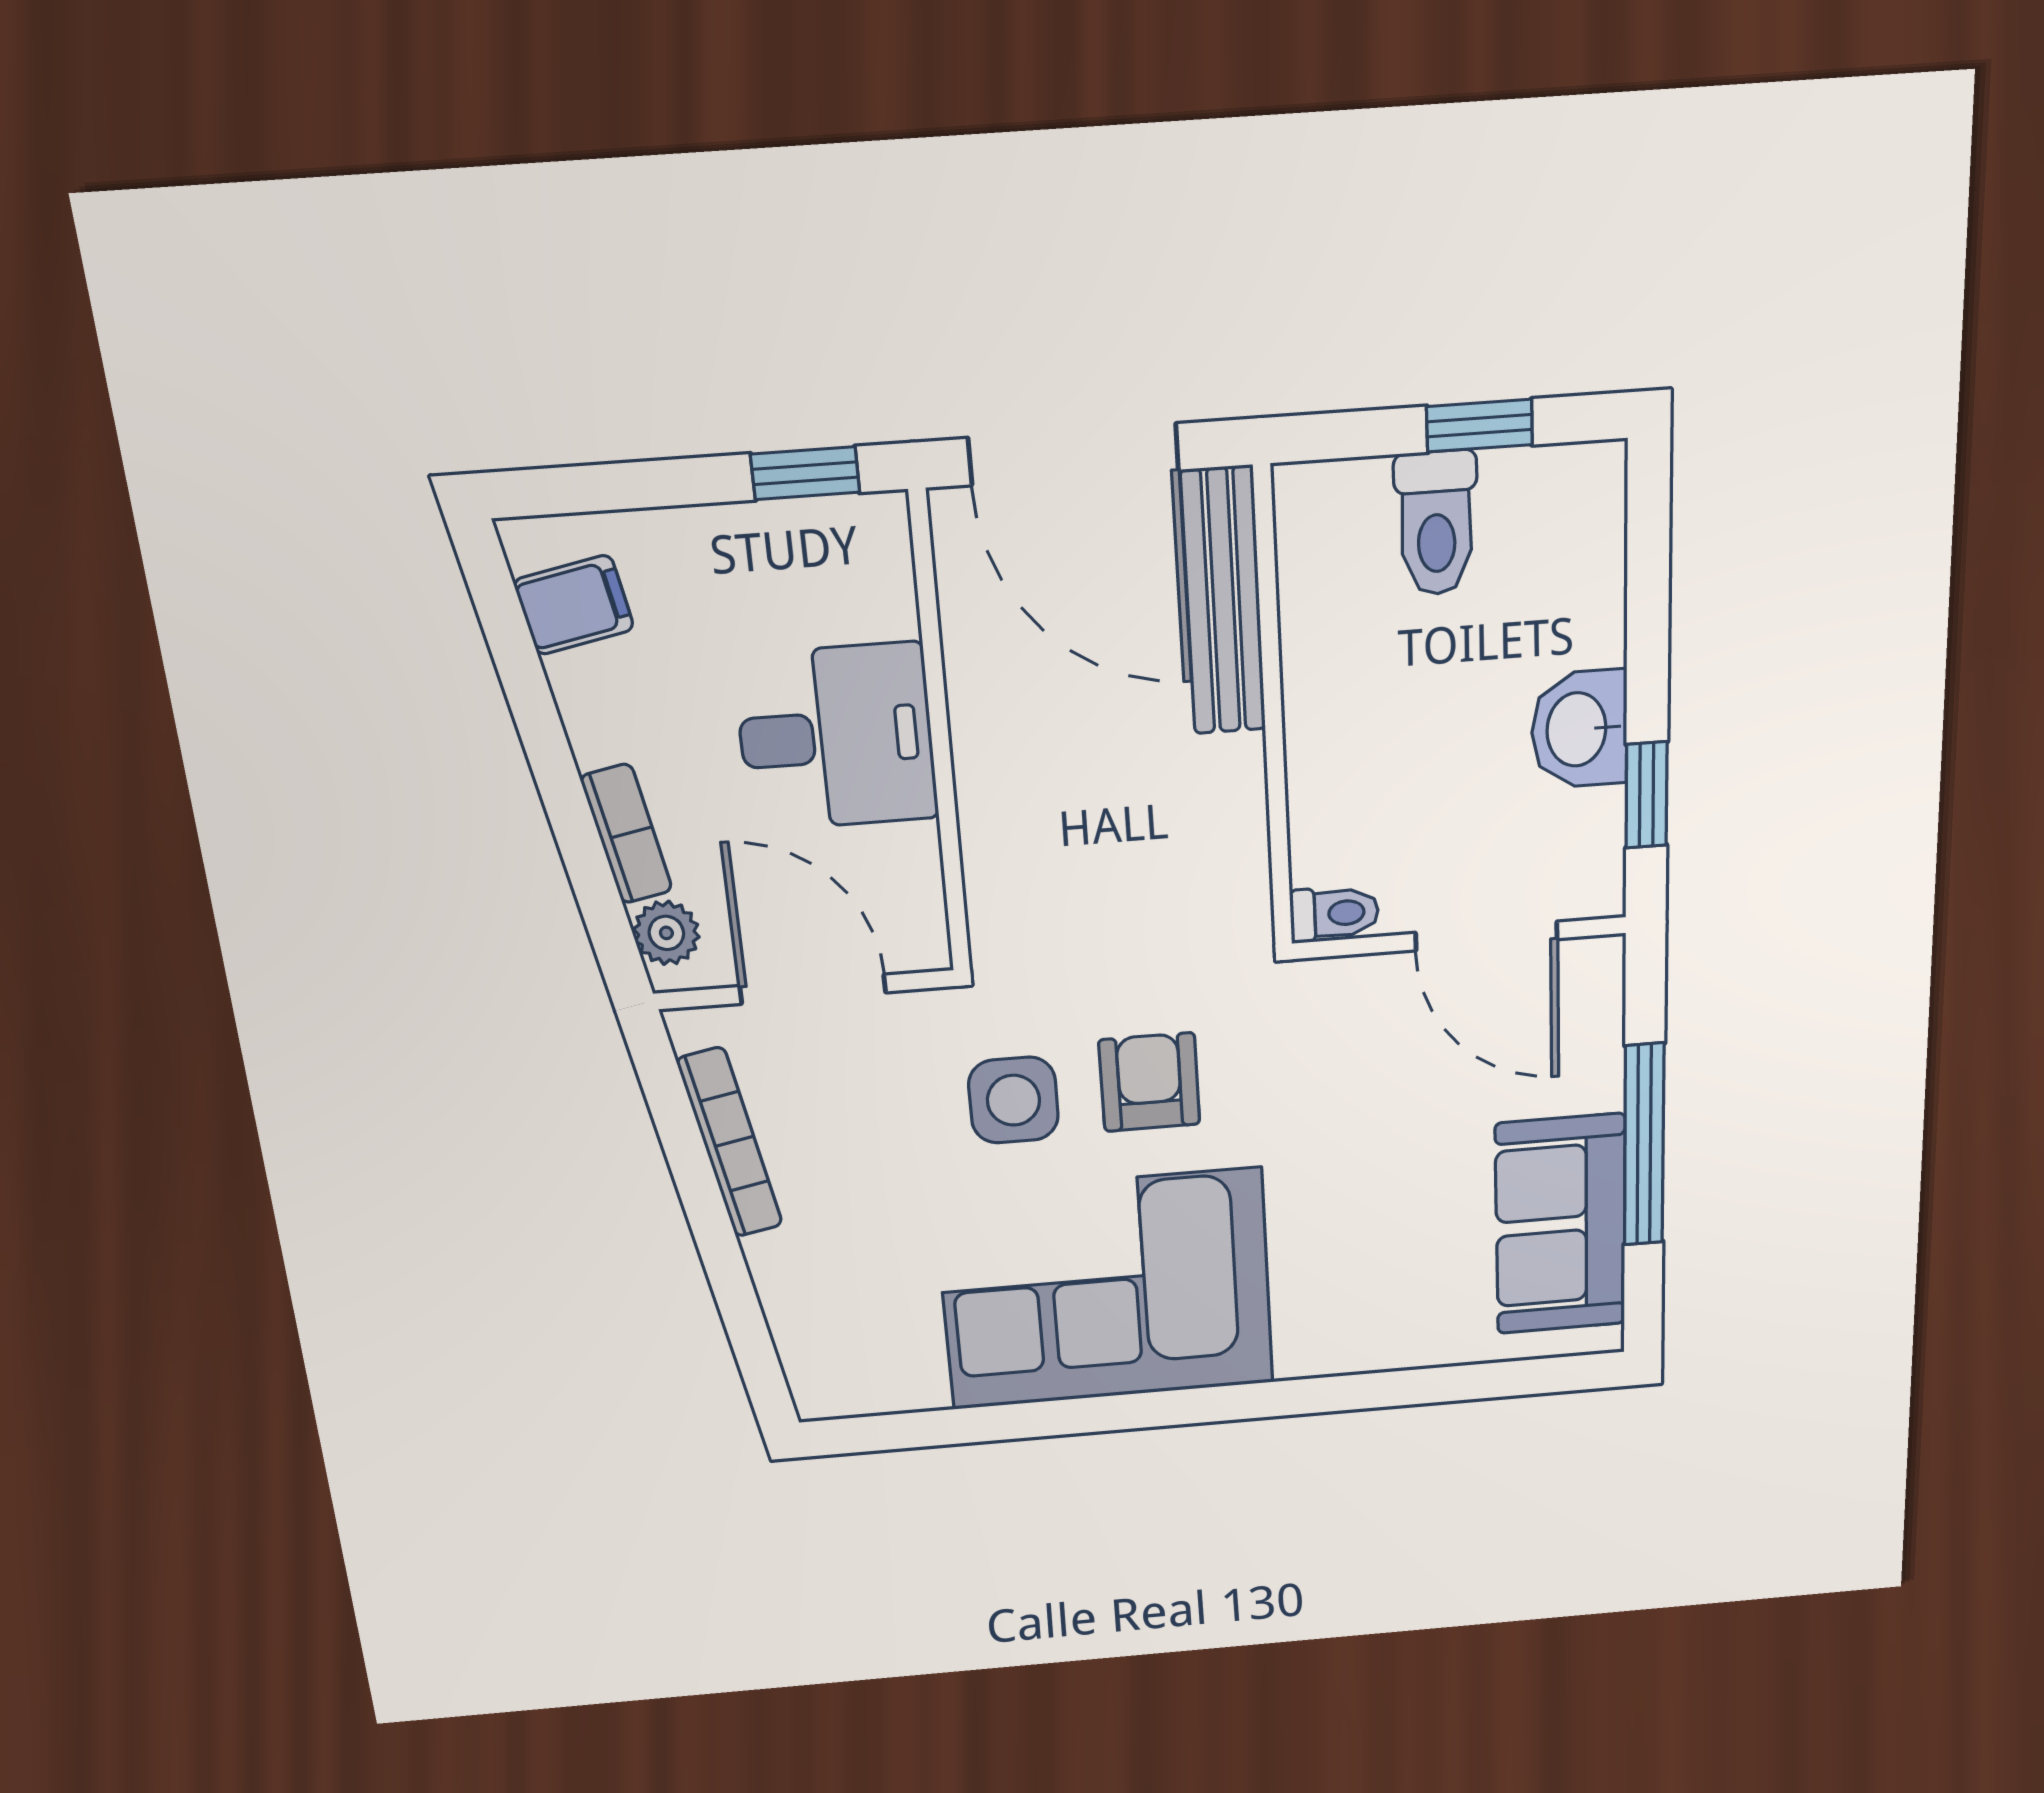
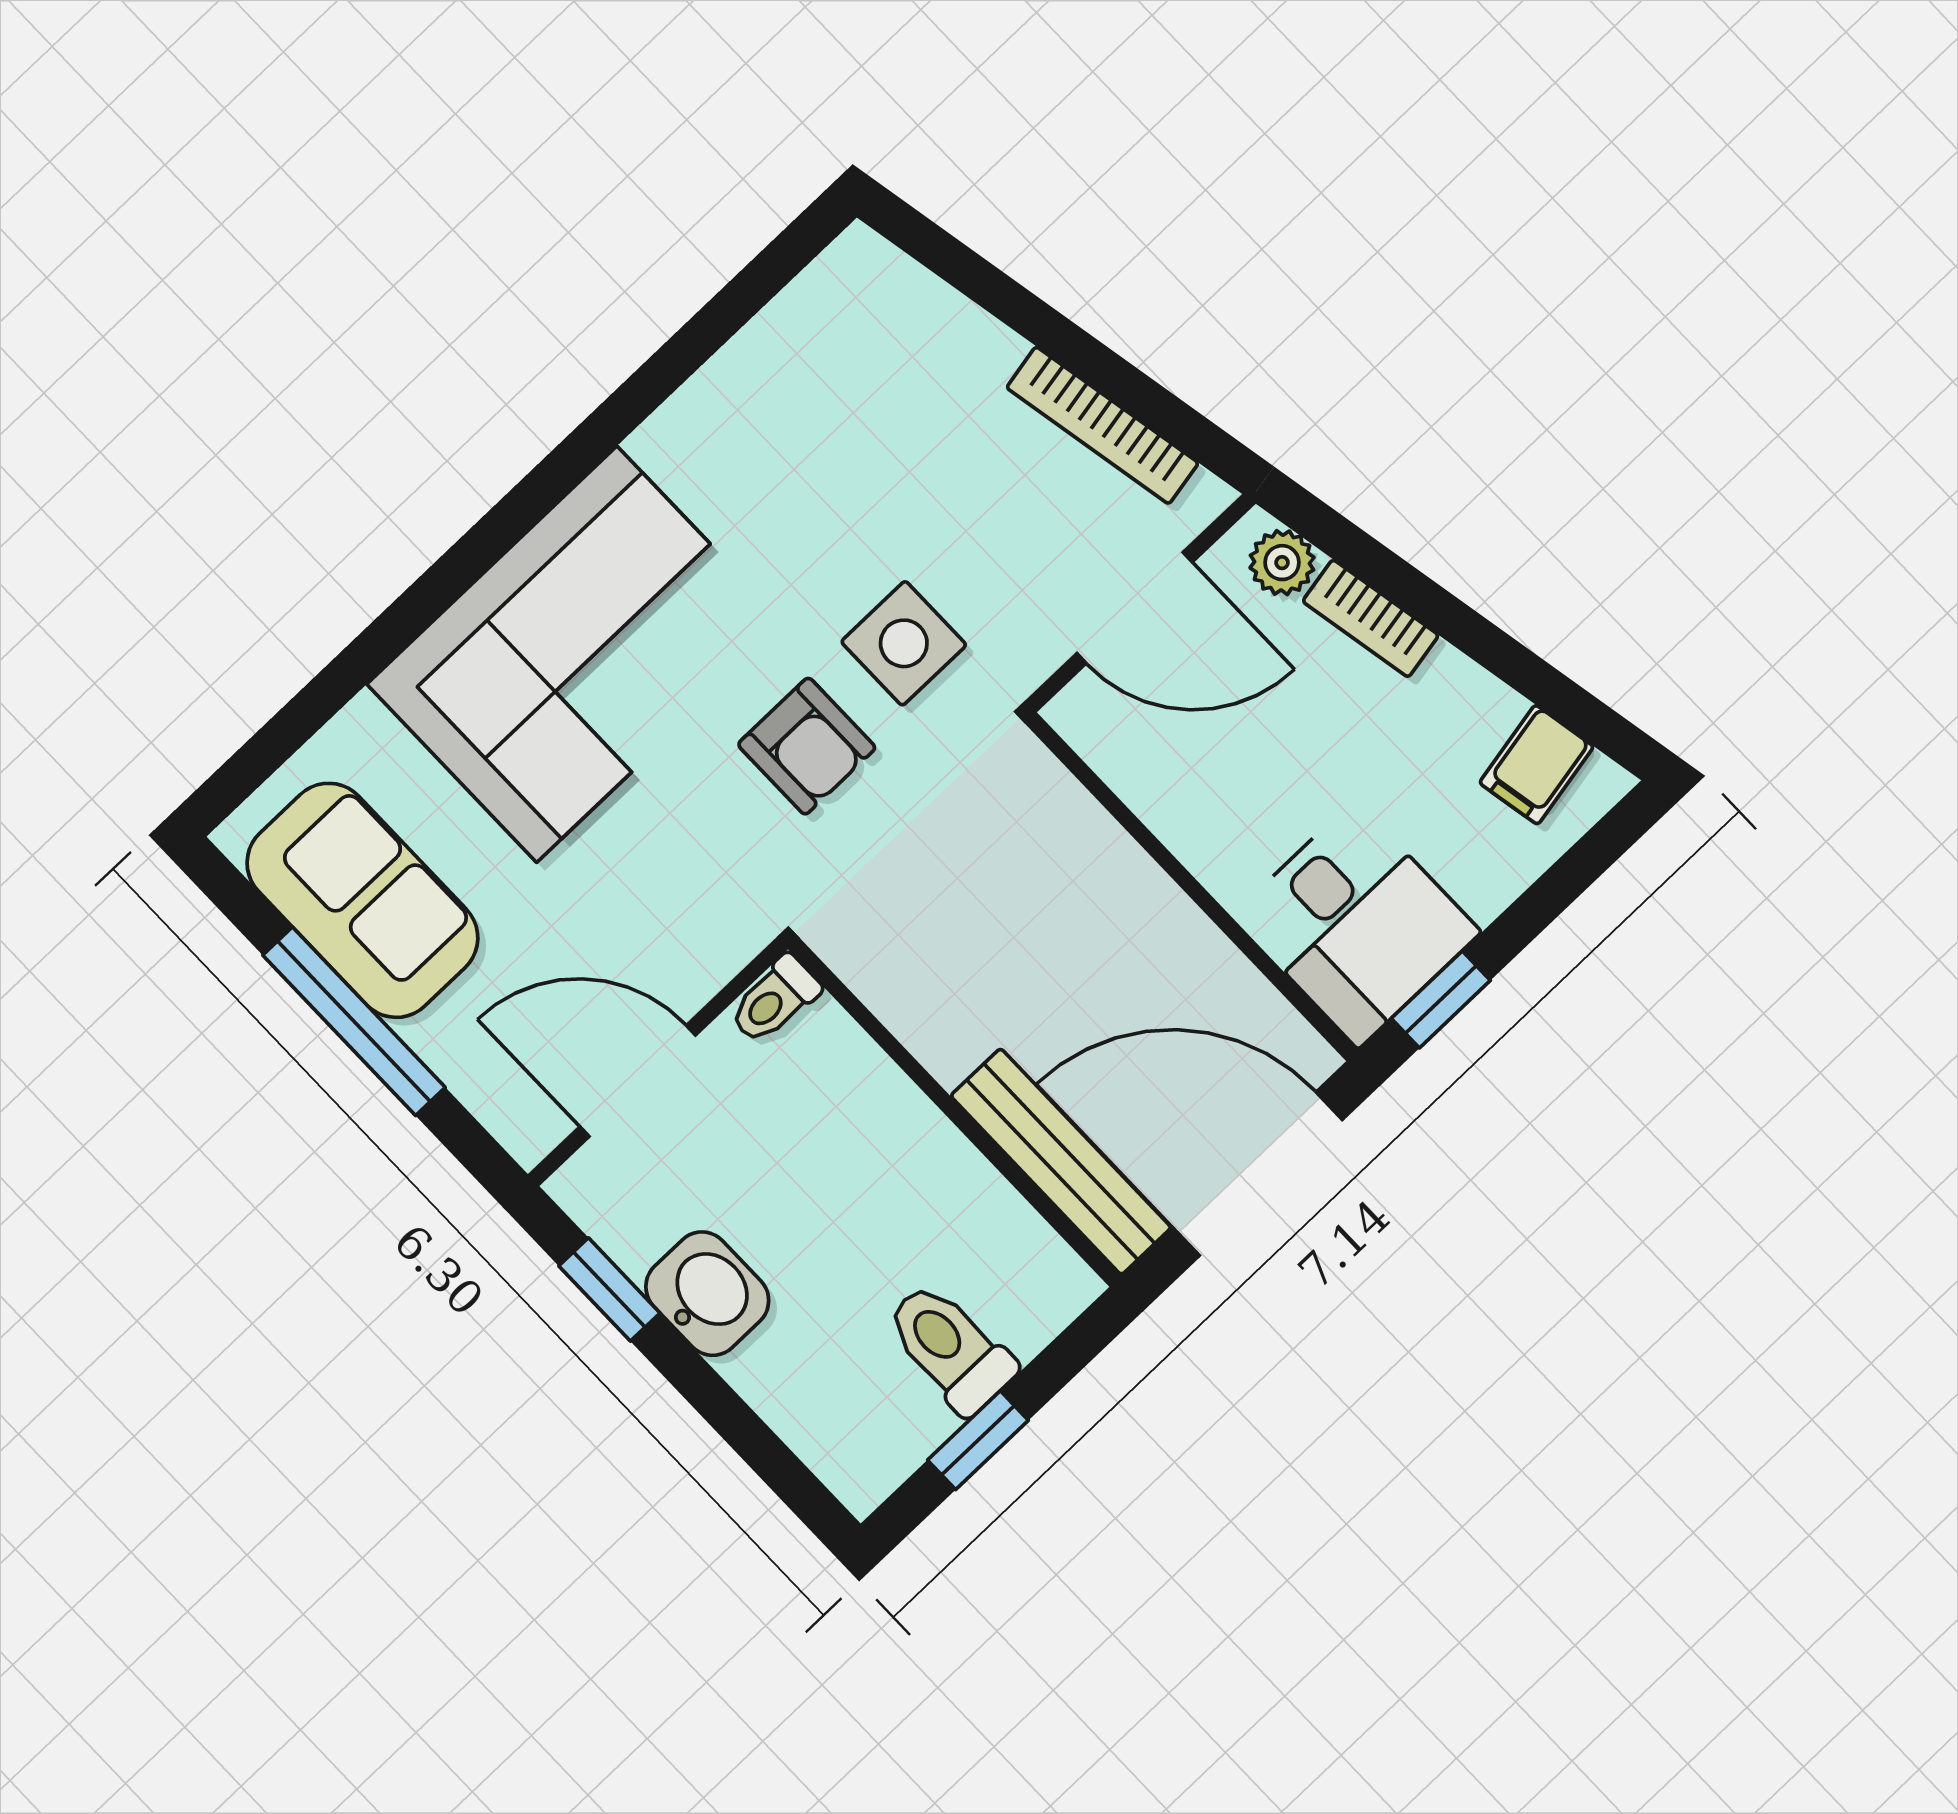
desk: (836, 737) -> (1357, 924), moved, turned -90
corner sofa: (1106, 1290) -> (577, 654), moved

